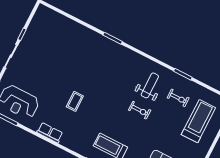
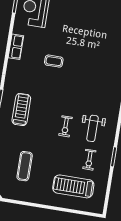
weight bench: (150, 85) -> (93, 128), turned 90
treadmill: (198, 121) -> (73, 186), turned 180

